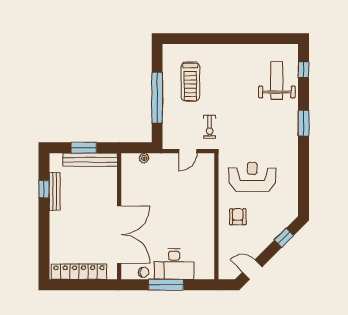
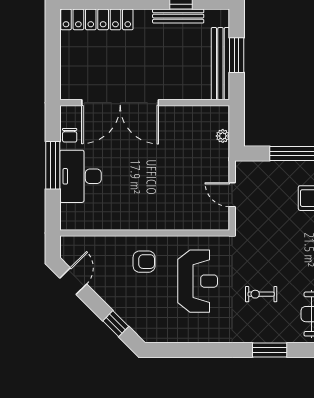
exercise bike: (210, 127) -> (261, 294), moved
locker: (79, 272) -> (97, 19), moved, turned 90

